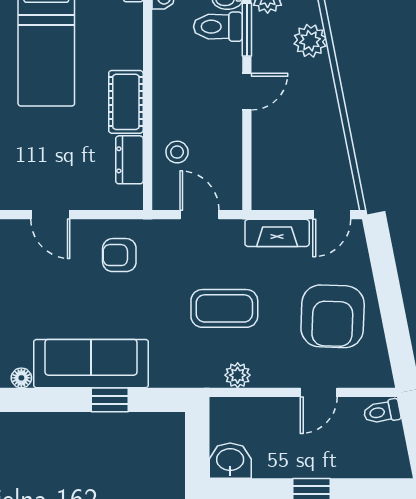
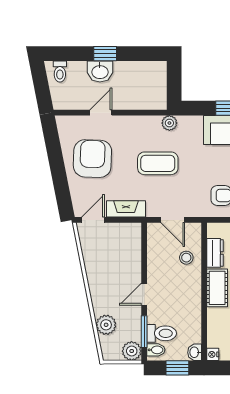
plant: (238, 375) -> (169, 123), moved
toilet: (382, 412) -> (60, 72), moved, turned 101
washbasin: (230, 461) -> (100, 71), moved

